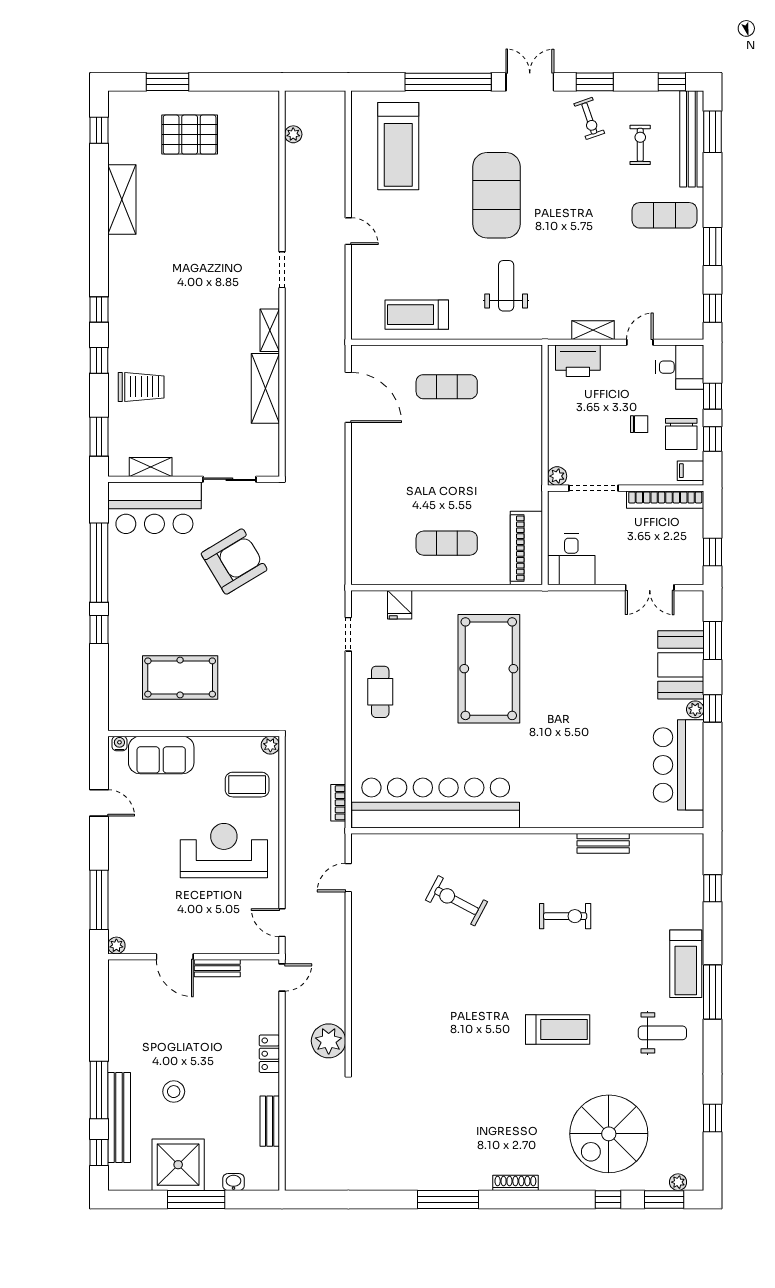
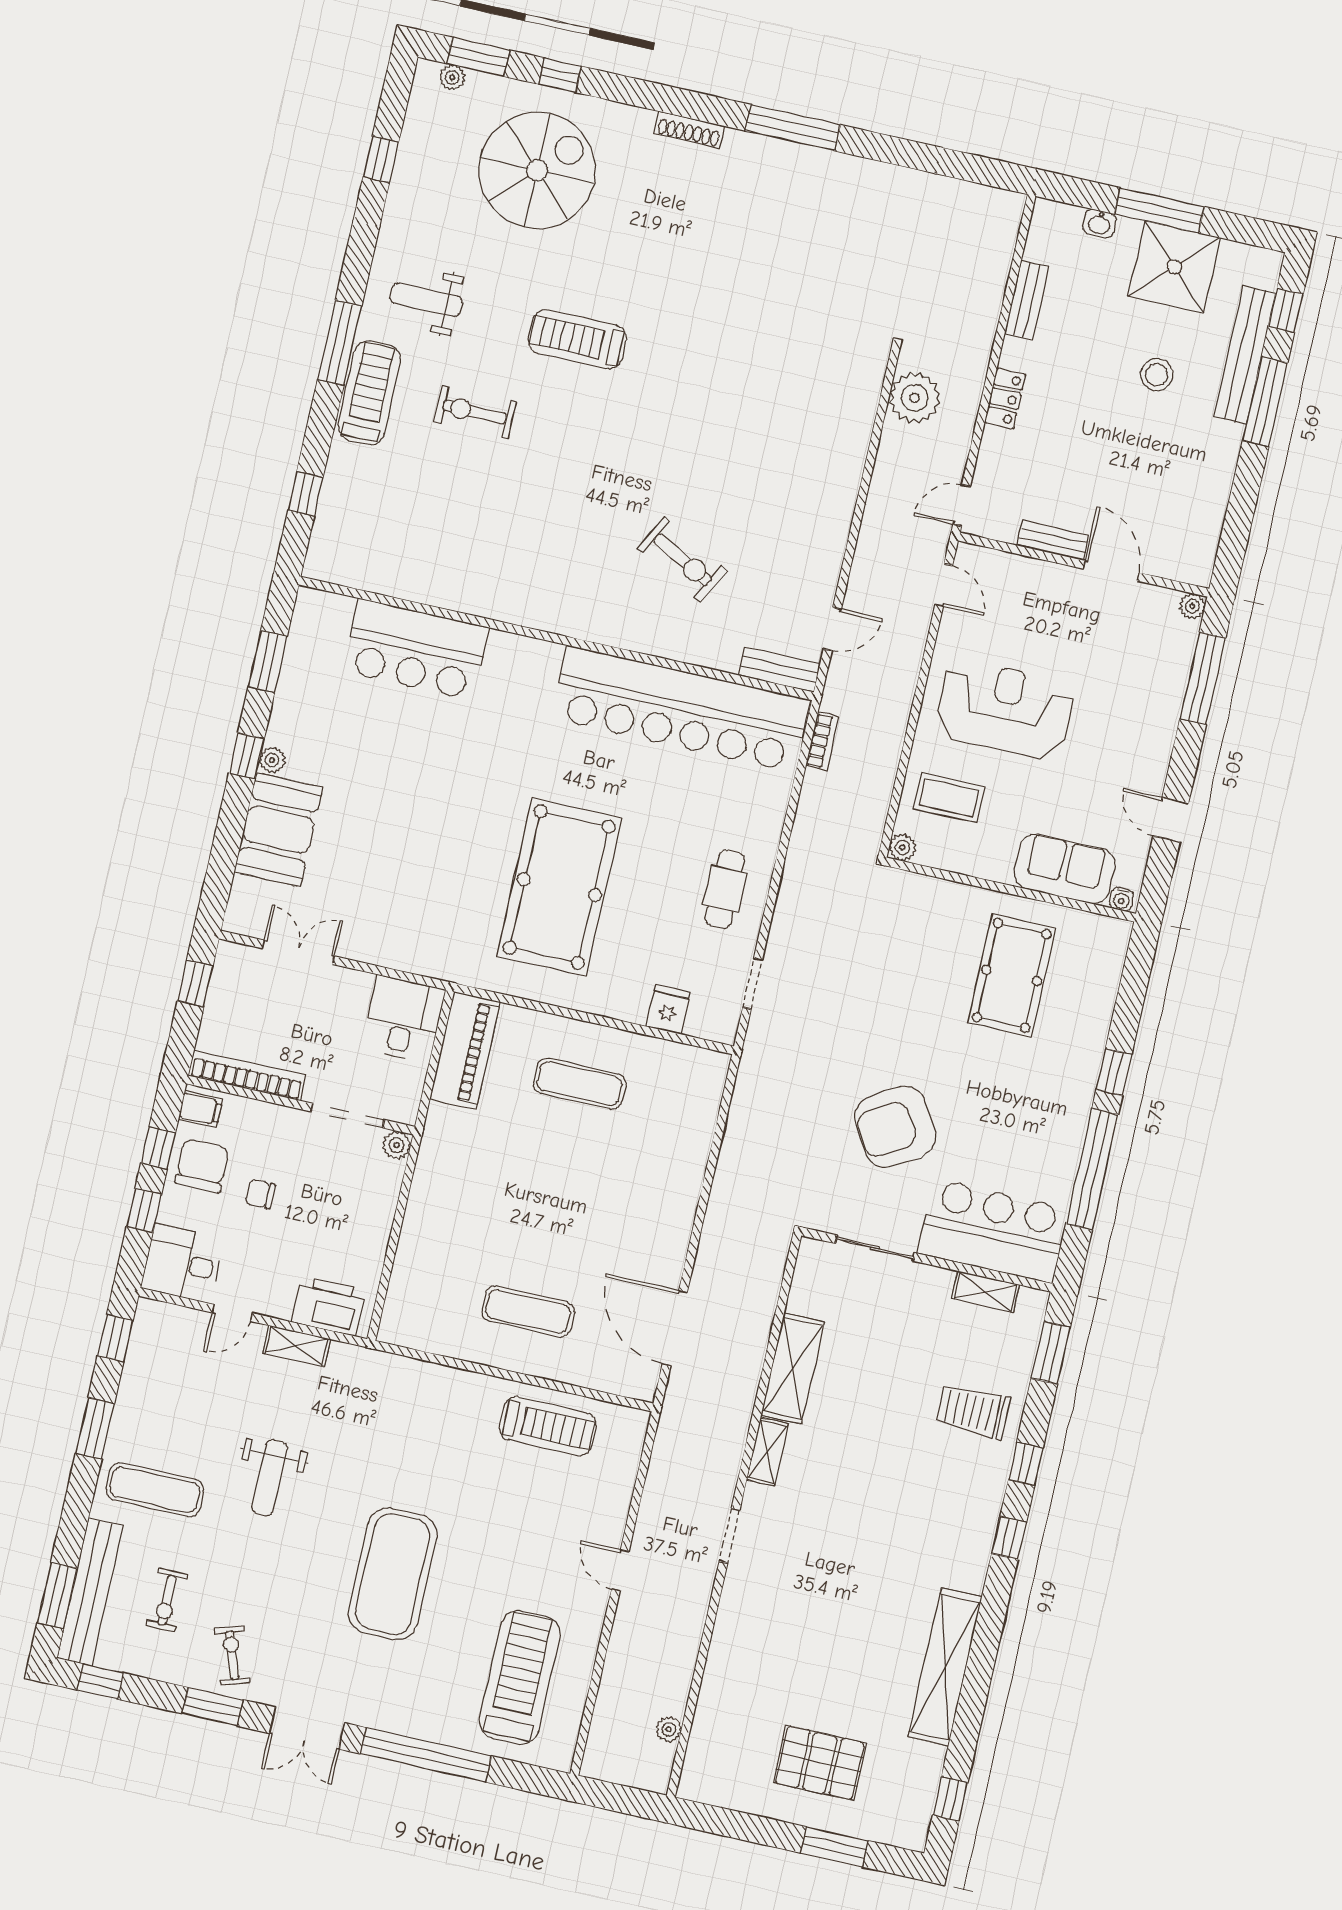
shelving: (122, 199) -> (945, 1667), width x1.47
weight bench: (506, 286) -> (270, 1478), moved
window: (713, 641) -> (268, 661), moved
pool table: (180, 677) -> (1012, 976), turned 90
bar counter: (679, 765) -> (416, 649), moved, turned 90
bench: (603, 843) -> (779, 669), moved
reception desk: (224, 851) -> (1005, 709), turned 180
exercise bike: (565, 916) -> (475, 412), moved

